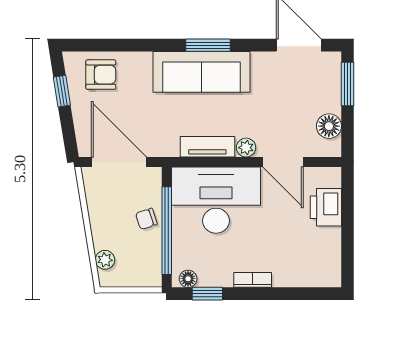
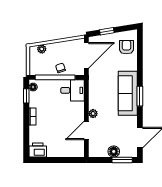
armchair: (101, 75) -> (126, 47), turned 180
window: (62, 91) -> (107, 31), moved
floor lamp: (329, 126) -> (114, 151), moved
tv unit: (207, 147) -> (93, 96), removed
desk: (216, 200) -> (73, 90), width x0.53, depth x0.77
printer: (326, 207) -> (38, 150), moved

